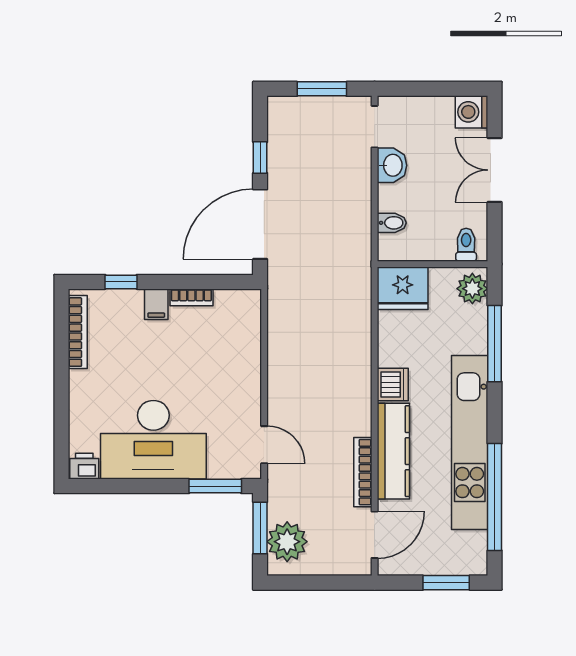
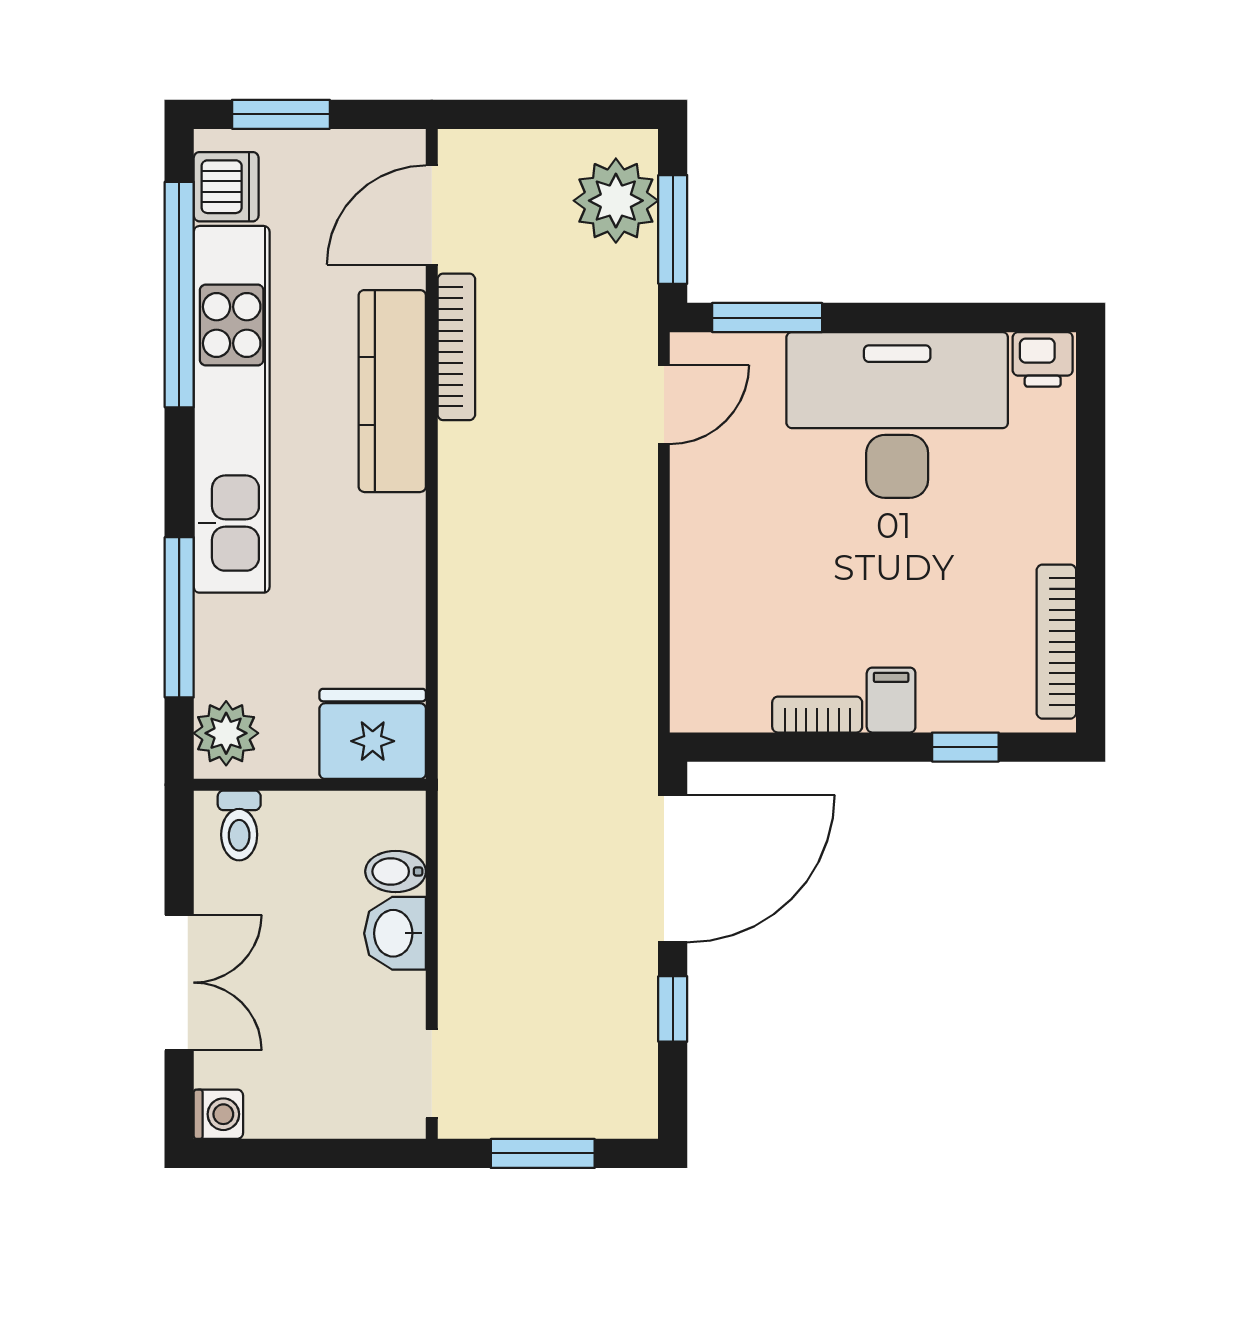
washing machine: (472, 112) -> (218, 1114), width x0.73, depth x0.73
washbasin: (392, 165) -> (395, 933), moved
dishwasher: (393, 385) -> (226, 187), moved, turned 180
door: (264, 445) -> (664, 404), swing flipped

